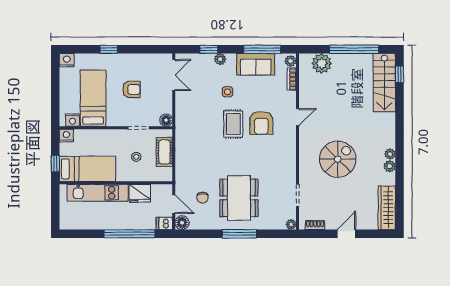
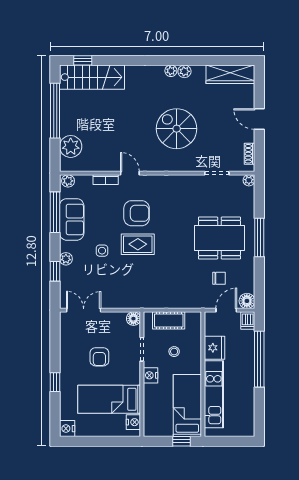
bookcase: (292, 79) -> (106, 180), moved
armchair: (132, 89) -> (99, 357), turned 180
nightstand: (66, 136) -> (150, 375), moved

